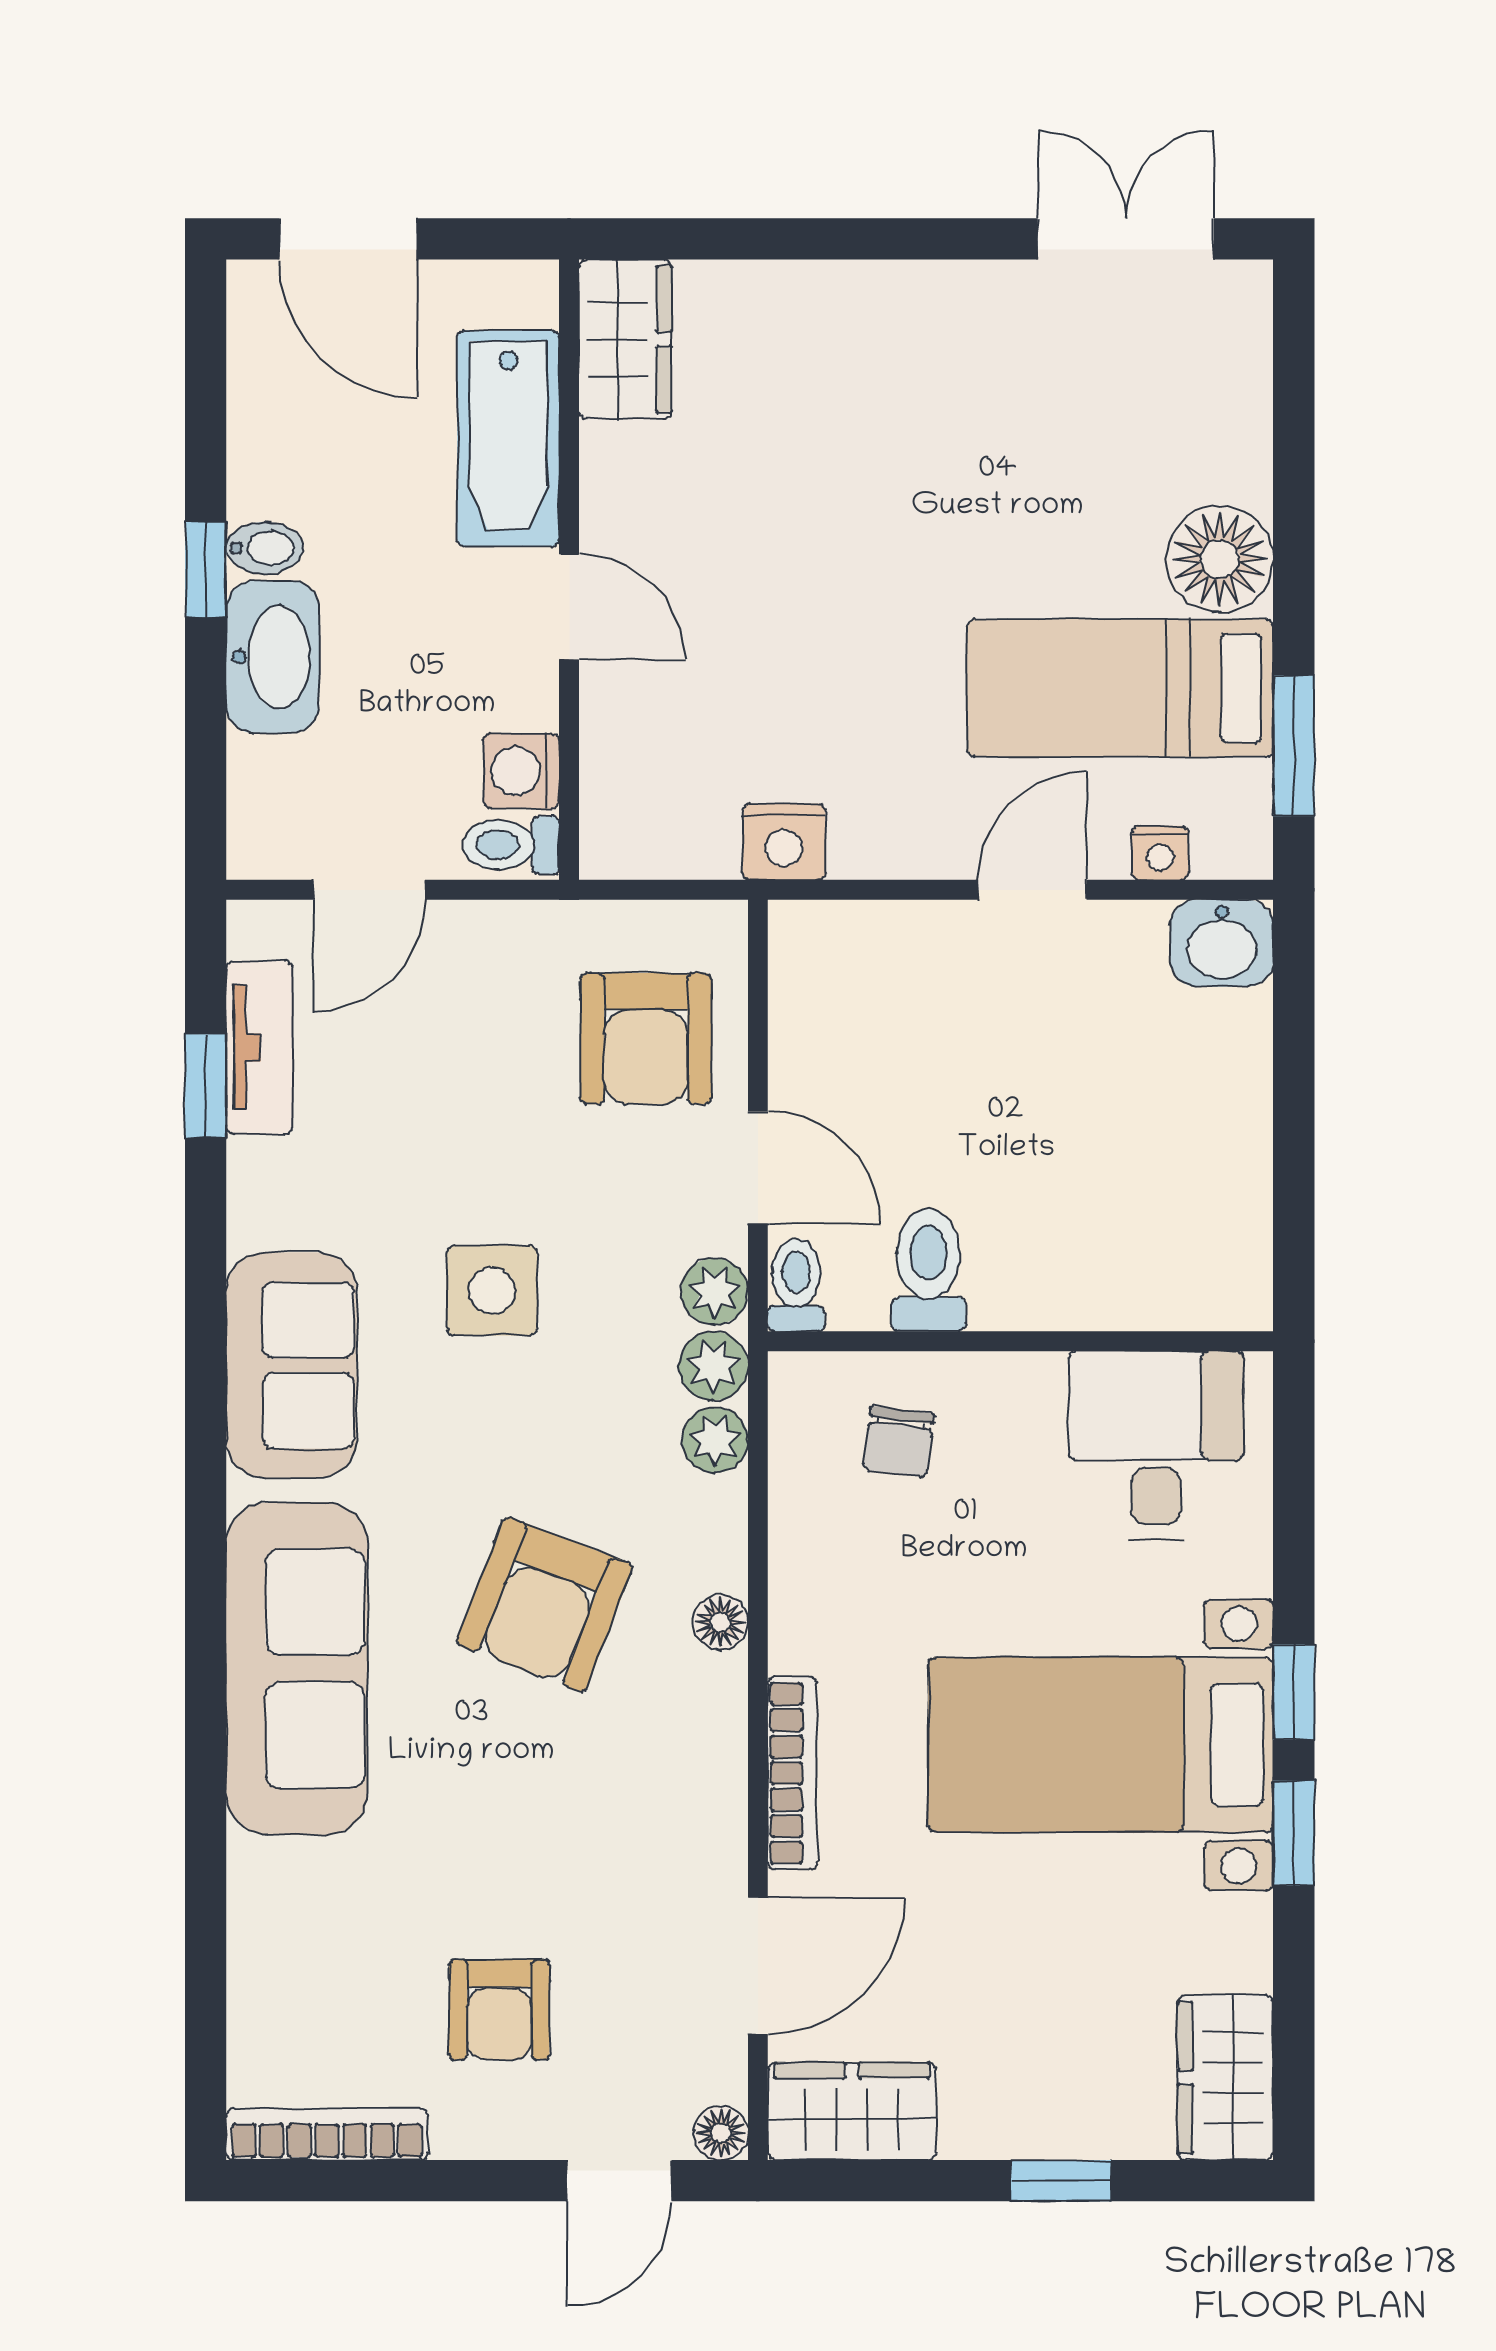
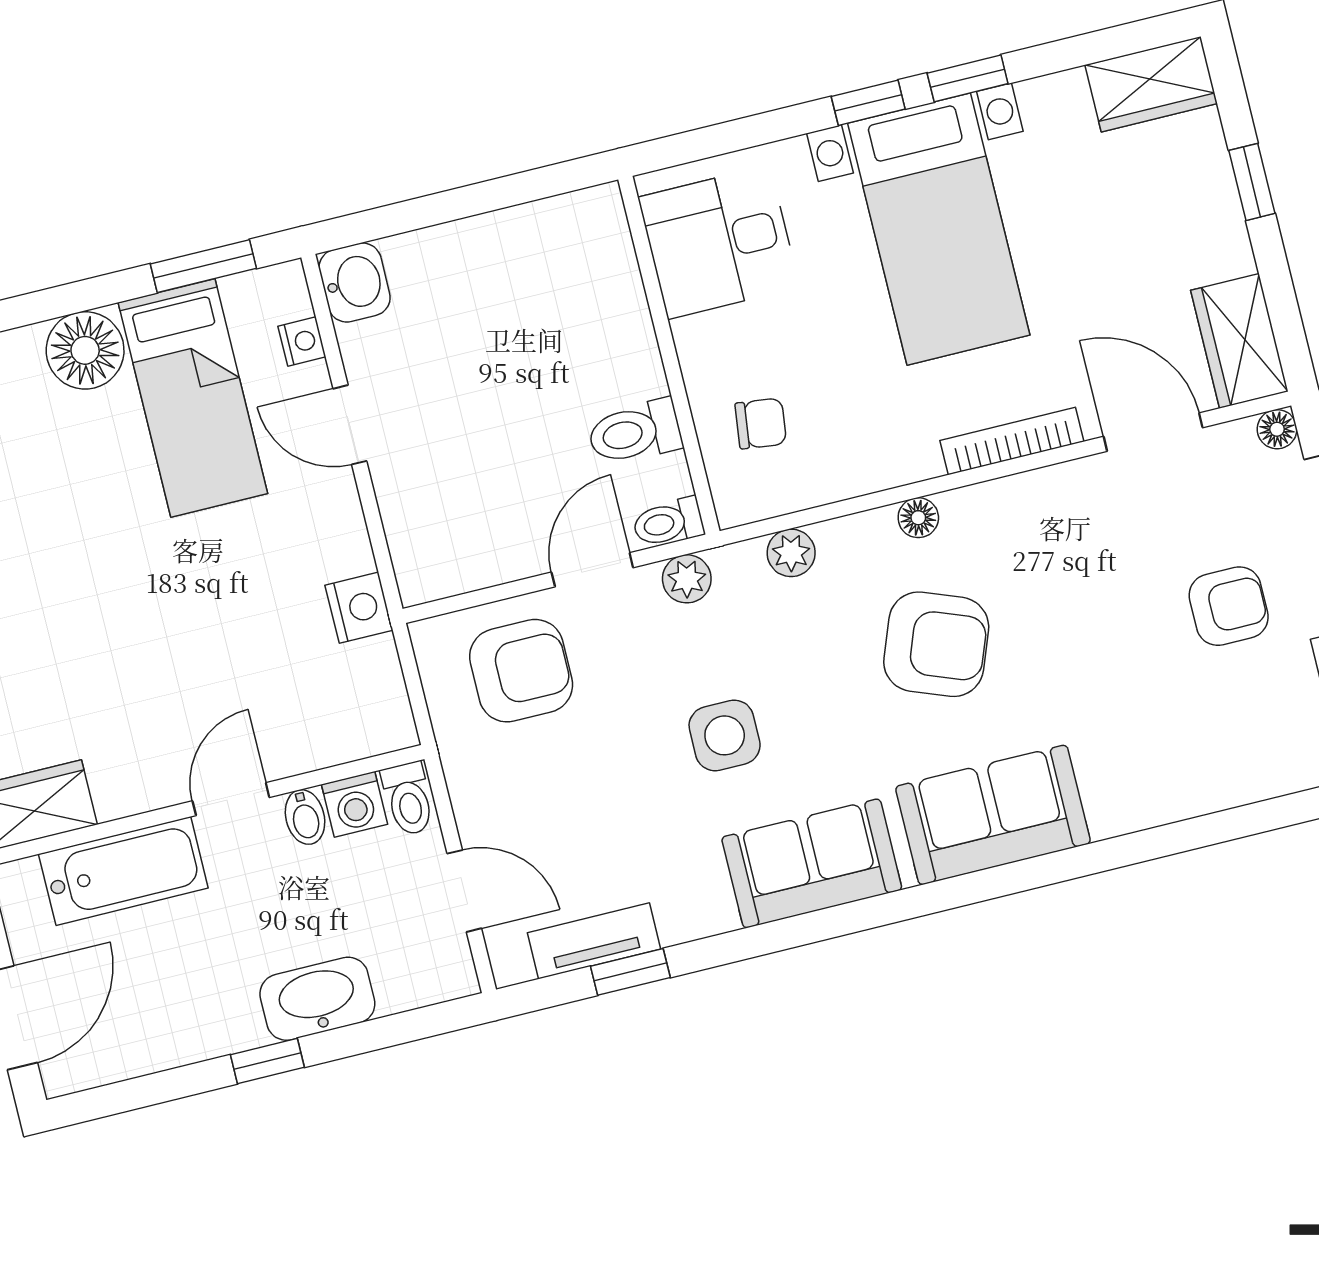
bidet: (265, 548) -> (305, 817), moved, turned 180
plant: (714, 1366) -> (739, 567), removed
sofa: (297, 1669) -> (993, 815), width x0.73

